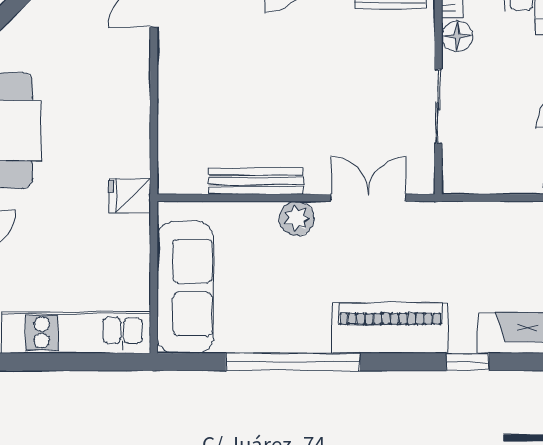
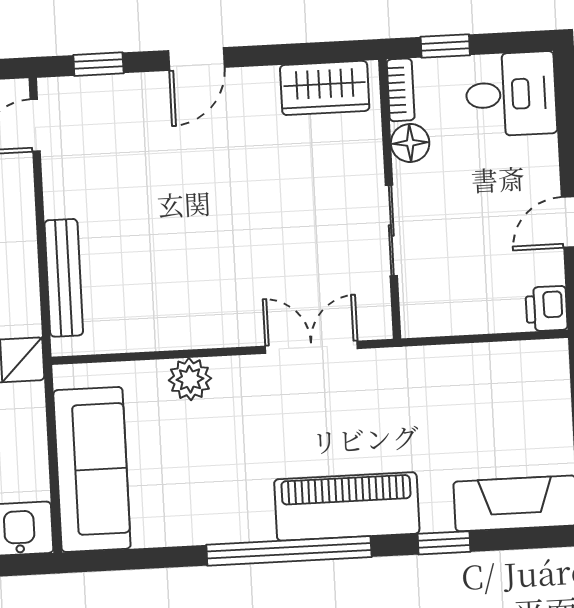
bench: (256, 181) -> (64, 278), moved, turned 90
plant: (297, 218) -> (190, 379), moved
window: (293, 362) -> (289, 551), moved

